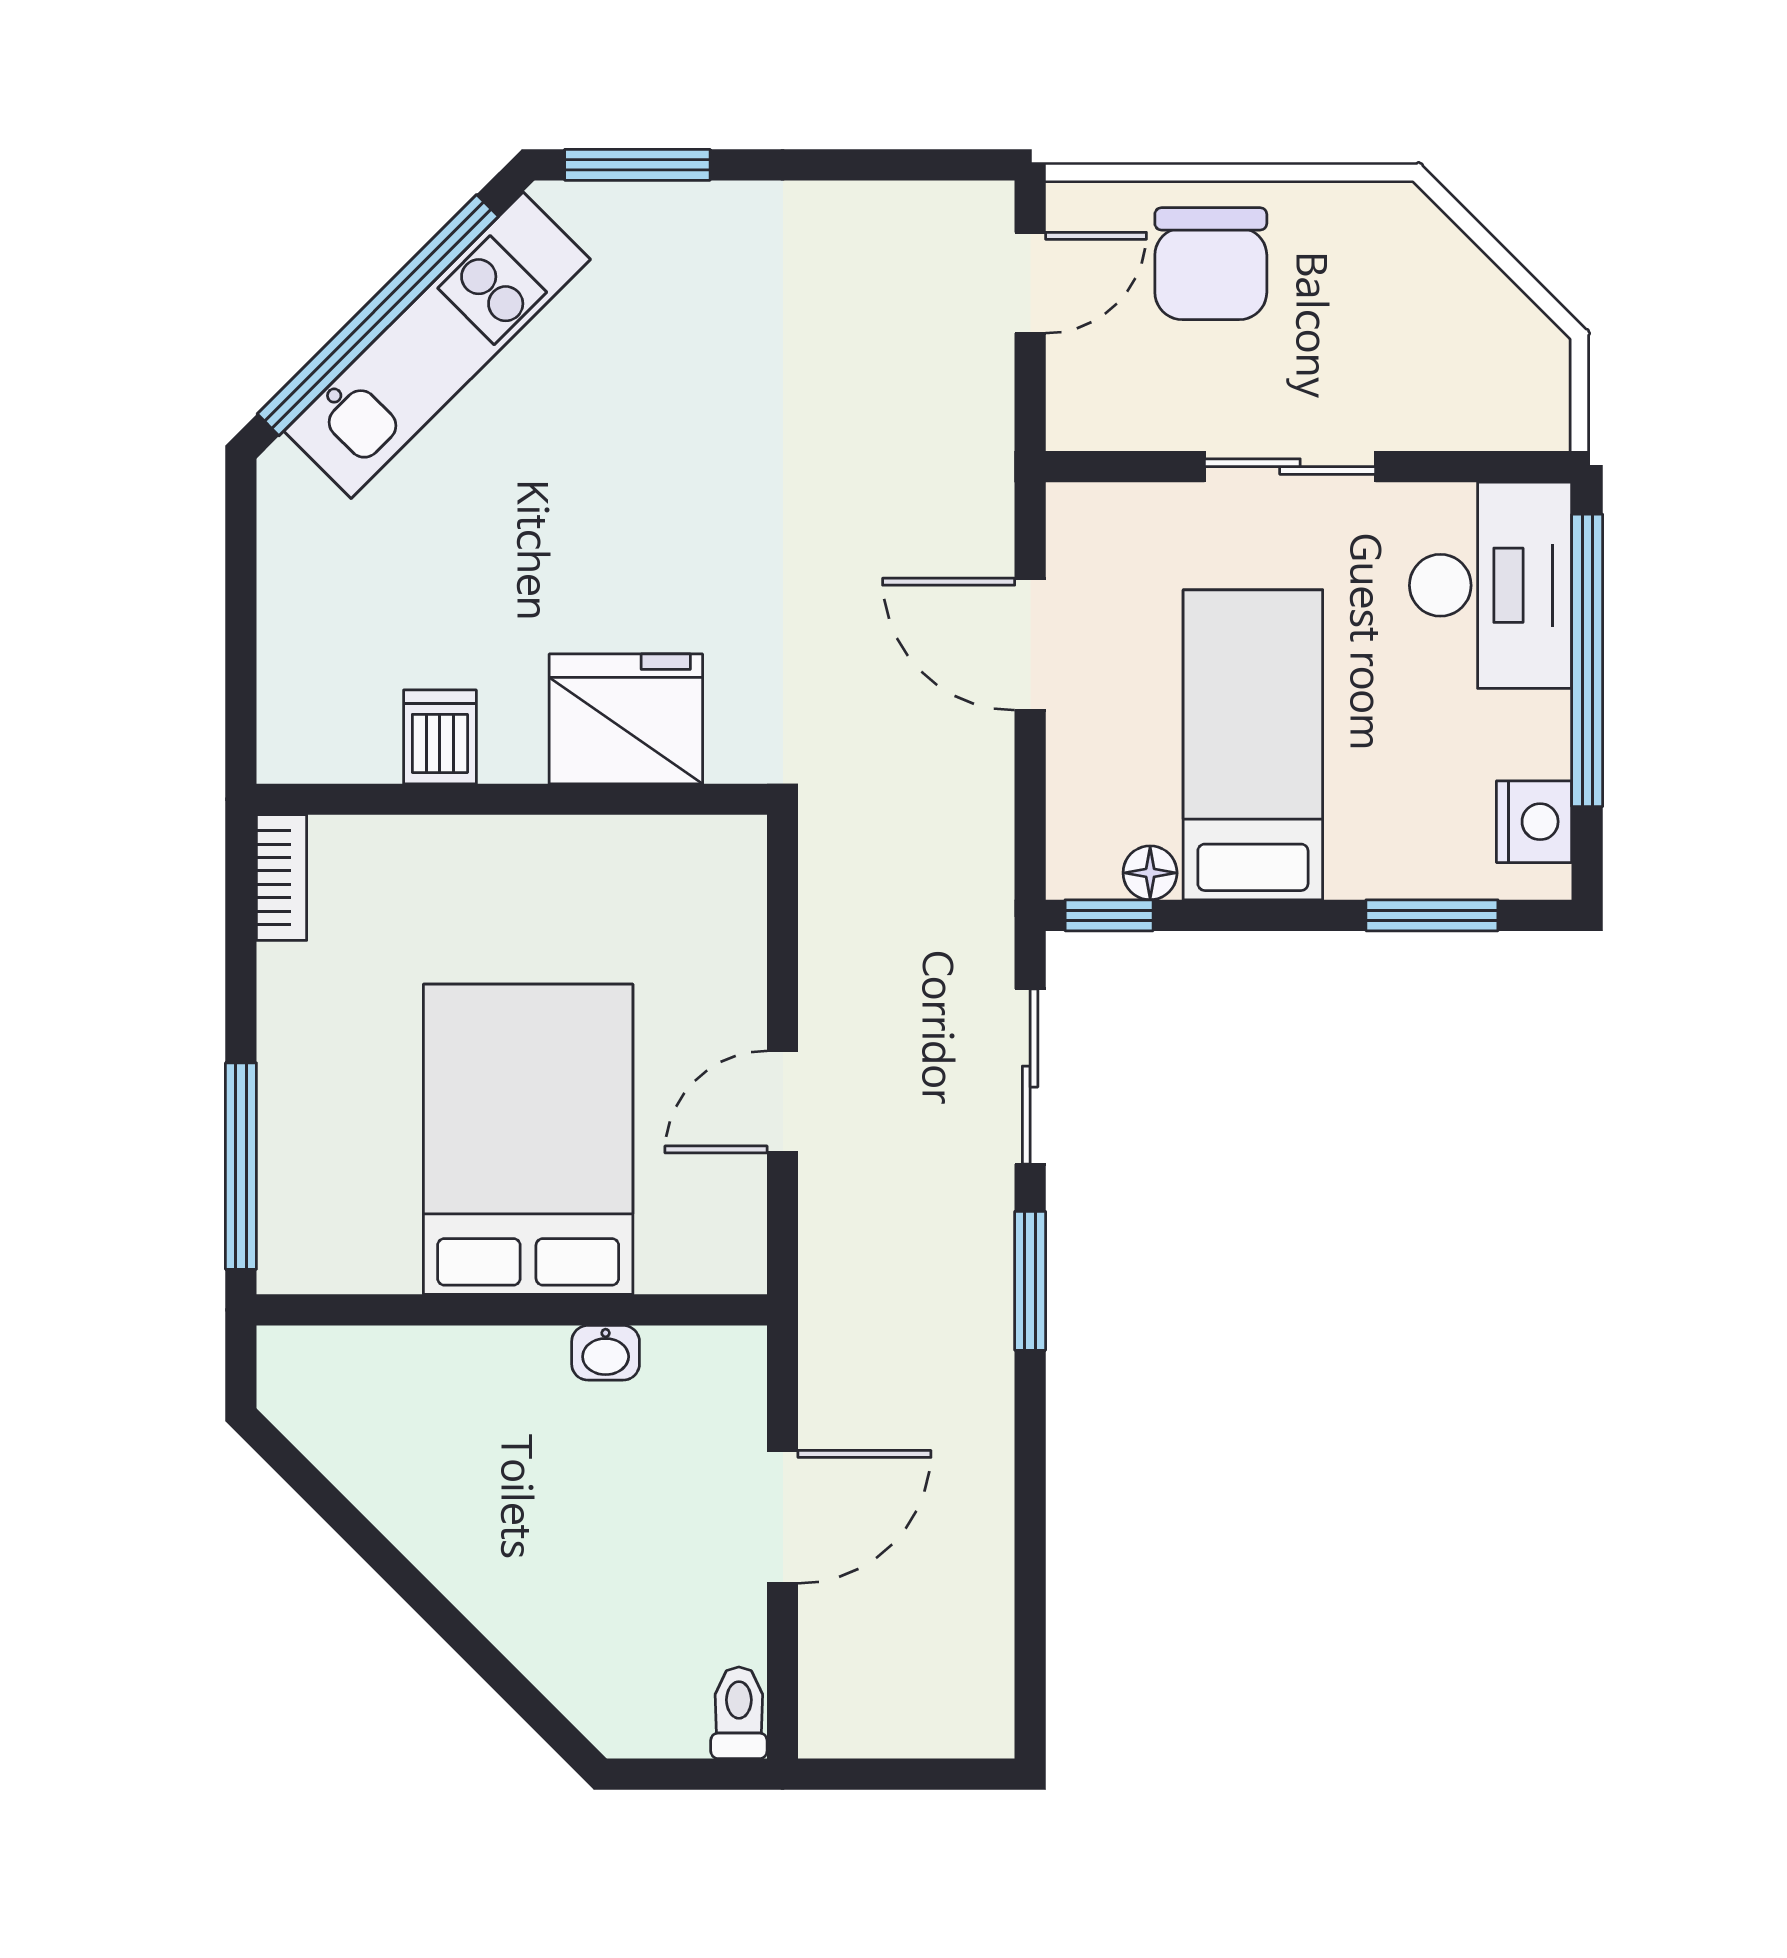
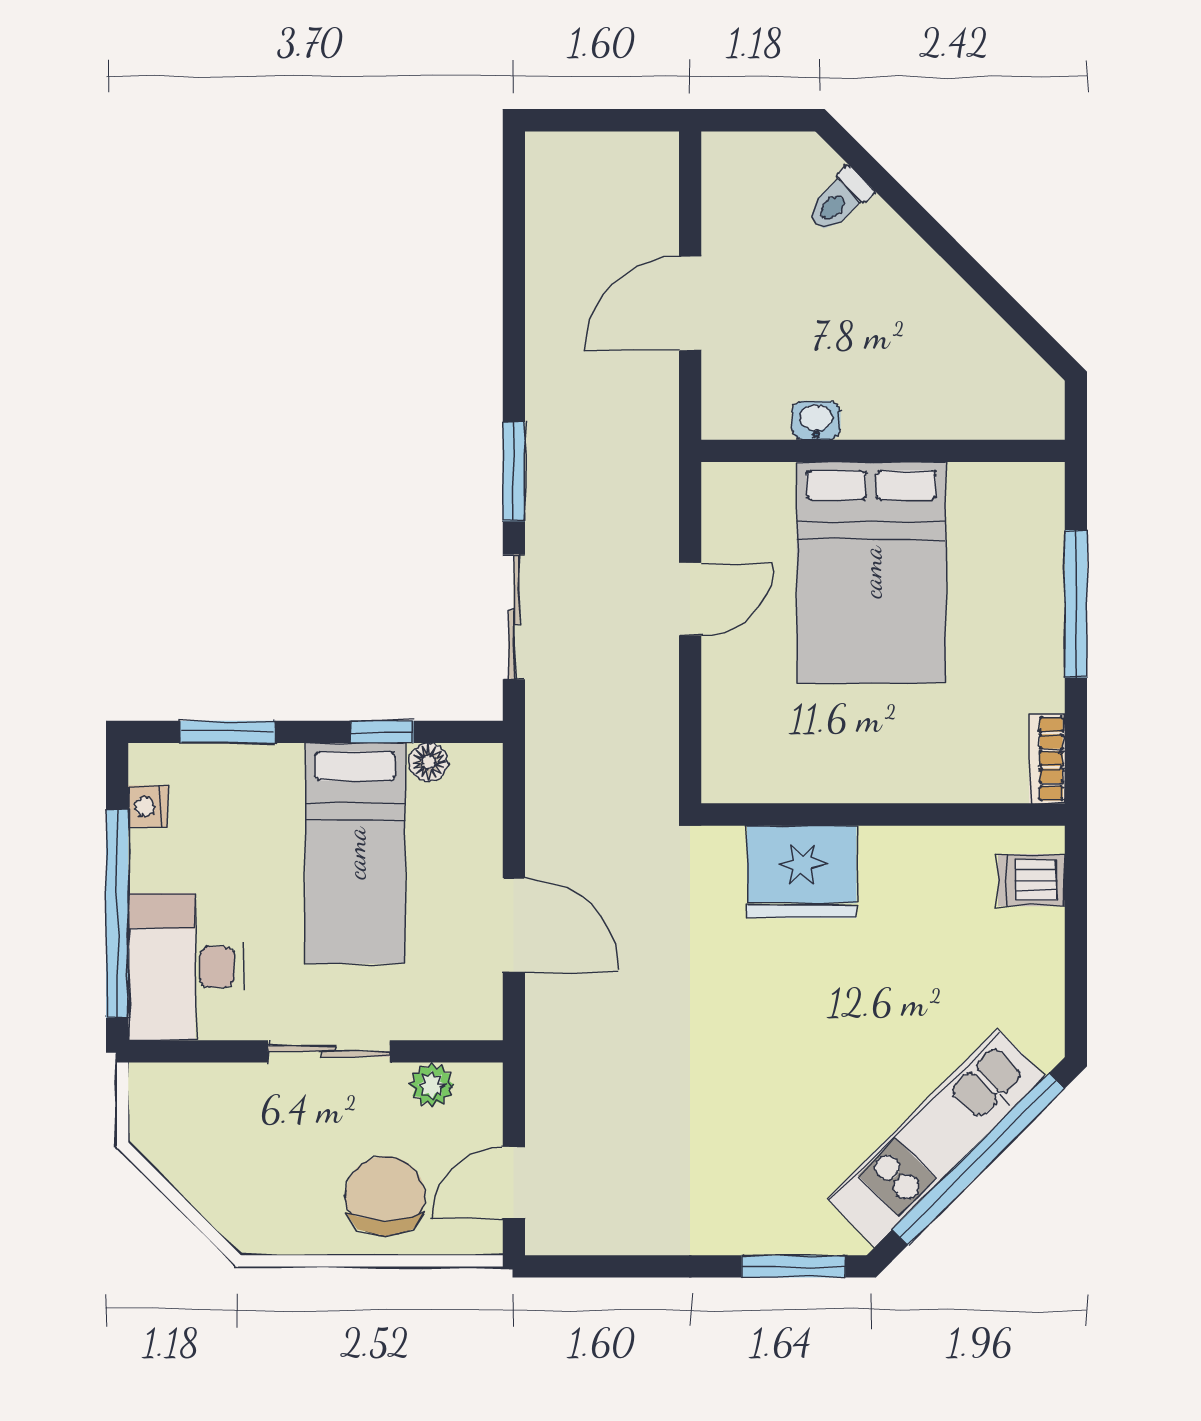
plant: (1145, 420) -> (432, 1085), added
dishwasher: (440, 737) -> (1031, 880), moved, turned 90
nightstand: (1534, 822) -> (148, 807), width x0.72, depth x0.74
window: (1109, 915) -> (382, 732), moved
window: (241, 1166) -> (1076, 604), moved
toilet: (739, 1713) -> (839, 201), moved, turned 45

